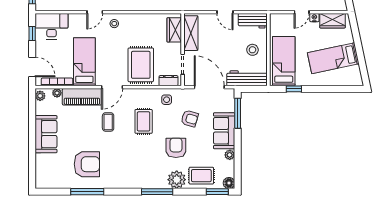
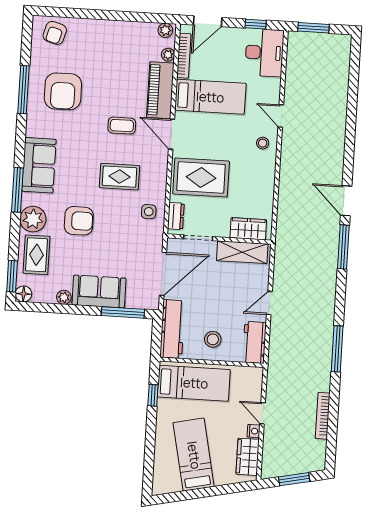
armchair: (190, 119) -> (55, 33), moved
sofa: (46, 134) -> (39, 165), moved, turned -90

